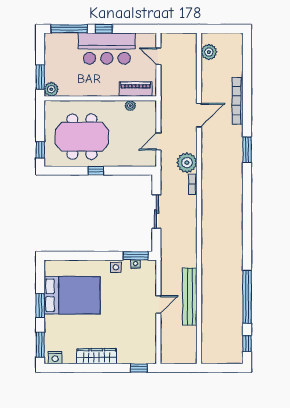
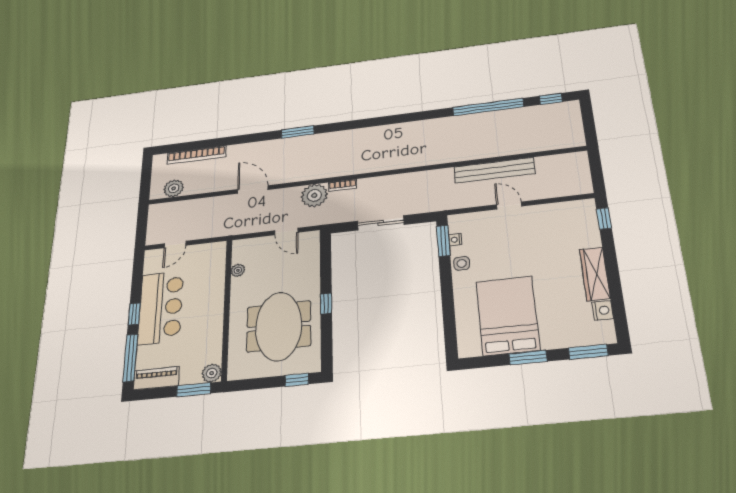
piano: (136, 89) -> (156, 378), moved, turned 90
bookcase: (238, 101) -> (196, 155), moved
nightstand: (55, 358) -> (603, 310), moved

